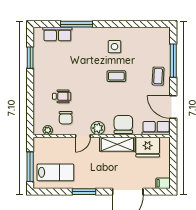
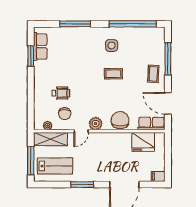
window: (137, 24) -> (133, 24), added
row of seats: (57, 34) -> (40, 47), moved, turned -90
shelving: (117, 144) -> (51, 139), moved

